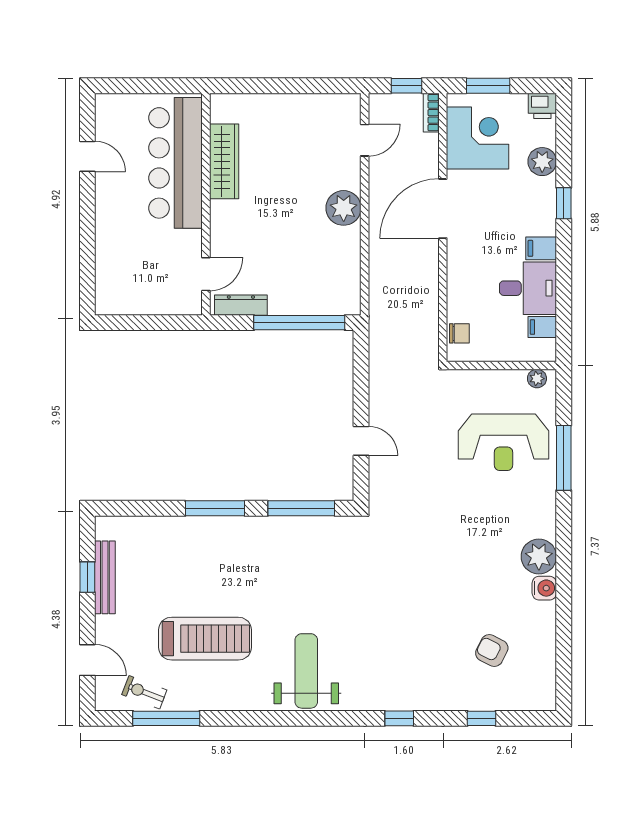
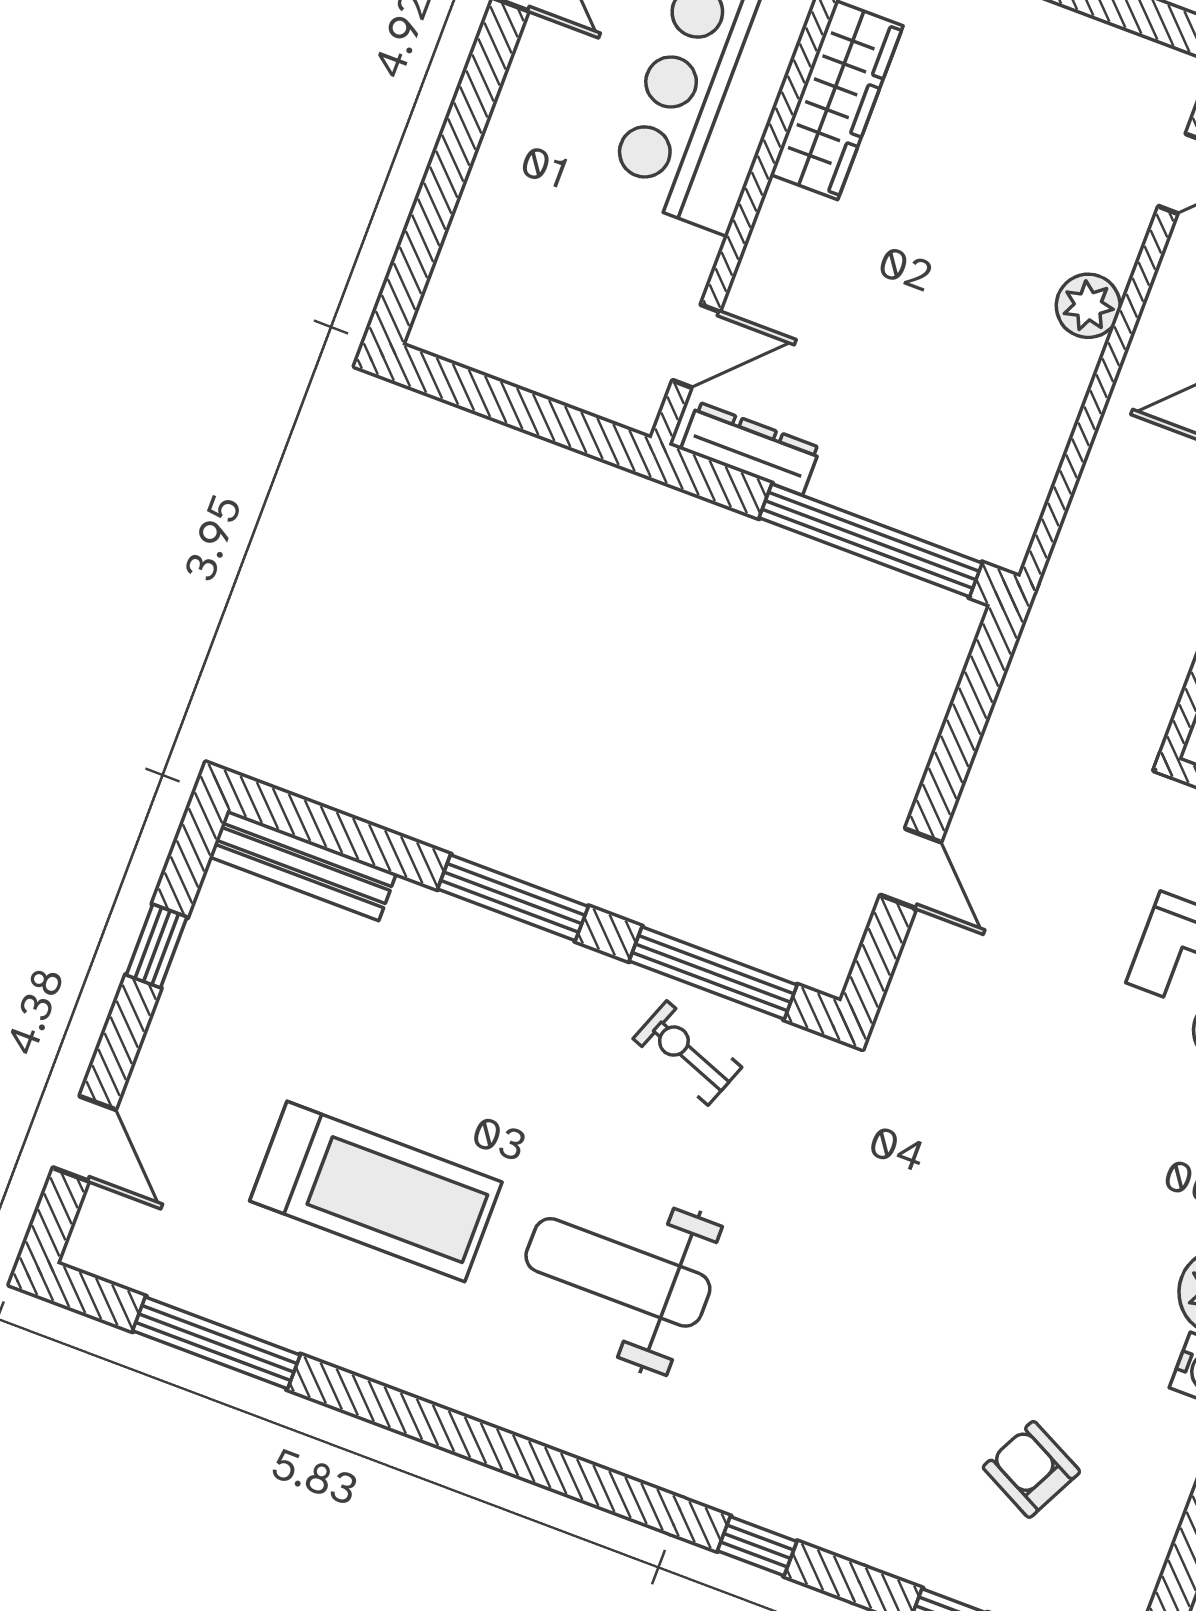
plant: (344, 208) -> (1088, 306), width x0.73, depth x0.73
bench: (105, 577) -> (303, 865), moved, turned 90
weight bench: (306, 671) -> (618, 1272), moved, turned -90
exercise bike: (144, 692) -> (687, 1053), moved

